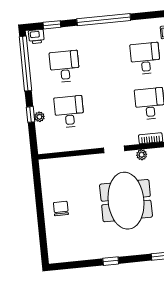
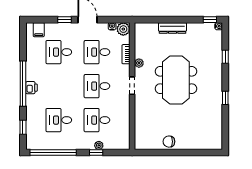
printer: (36, 37) -> (31, 88), moved
desk: (109, 108) -> (97, 86), added
meeting table: (126, 201) -> (176, 80), turned 90
chair: (61, 209) -> (169, 142), moved

